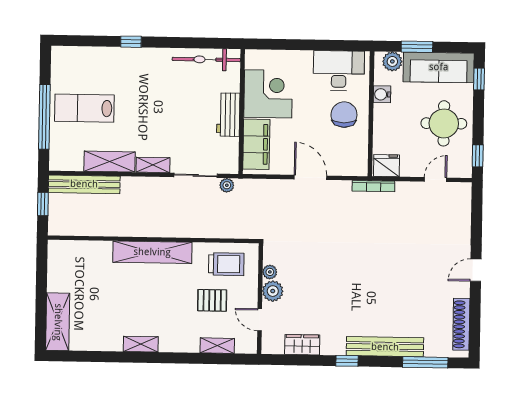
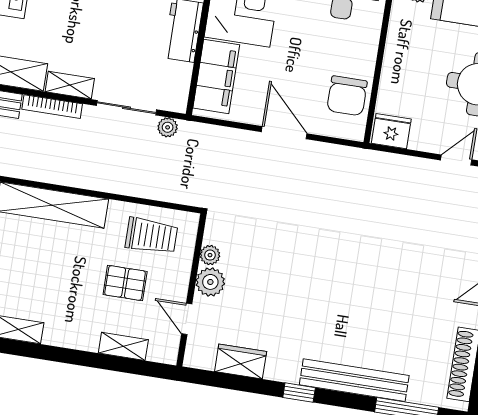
water cooler: (382, 94) -> (399, 32), removed
chair: (344, 115) -> (347, 96), moved, turned 180
bookcase: (373, 186) -> (52, 107), moved

